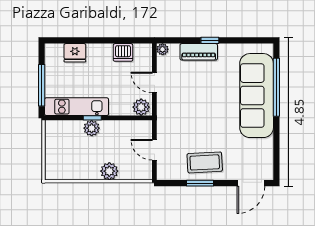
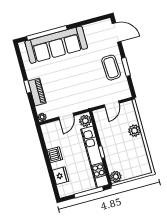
dishwasher: (123, 52) -> (55, 155), moved
kitchen unit: (77, 107) -> (95, 157), width x1.36
plant: (92, 128) -> (116, 177), moved

